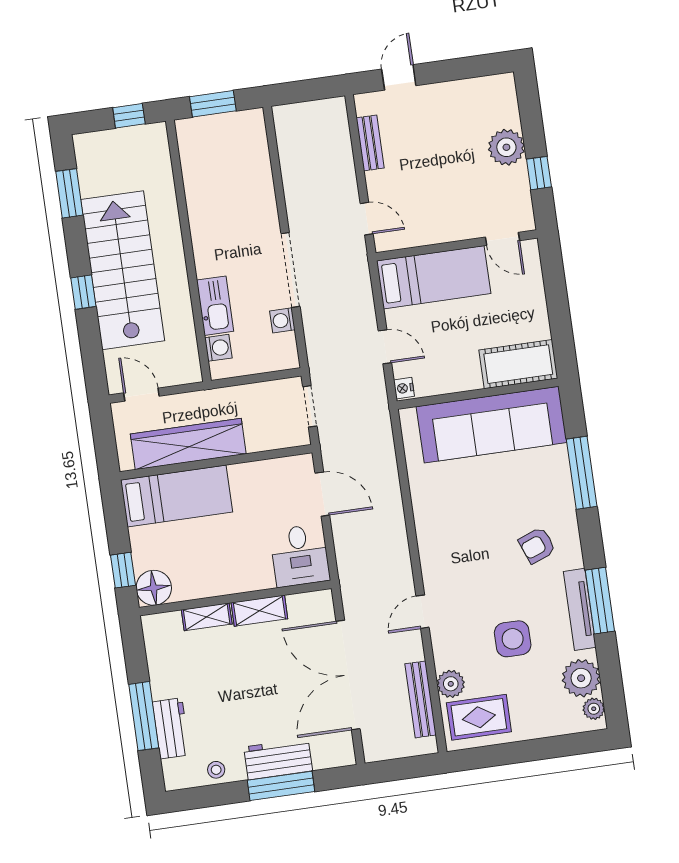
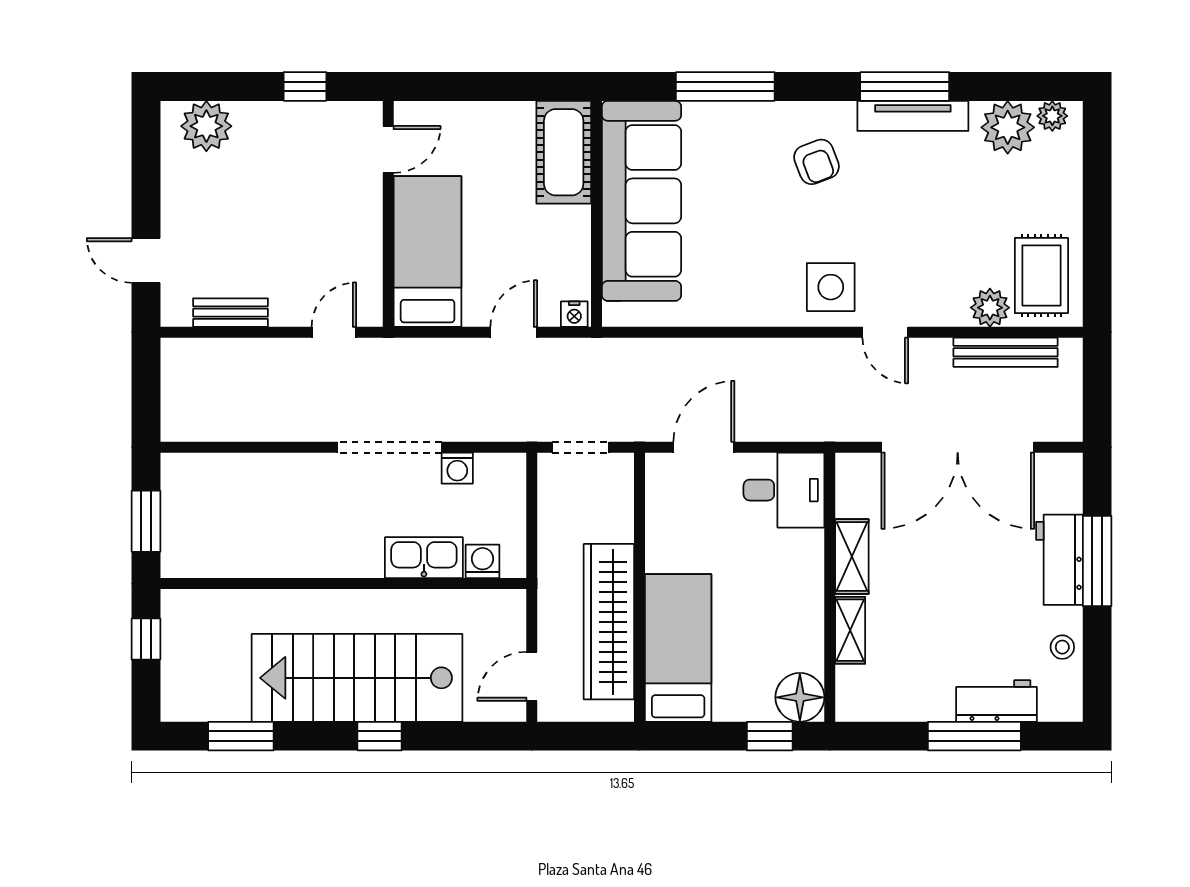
plant: (506, 147) -> (206, 126), moved
side table: (513, 639) -> (831, 287), moved

